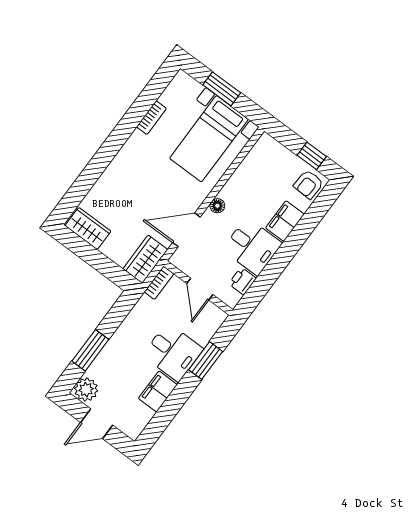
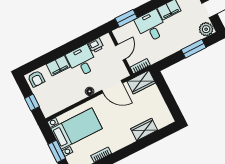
window: (312, 156) -> (32, 102), moved
armchair: (308, 184) -> (36, 79), turned 88
wardrobe: (88, 228) -> (144, 129), moved, turned 90
window: (206, 361) -> (126, 18), moved

